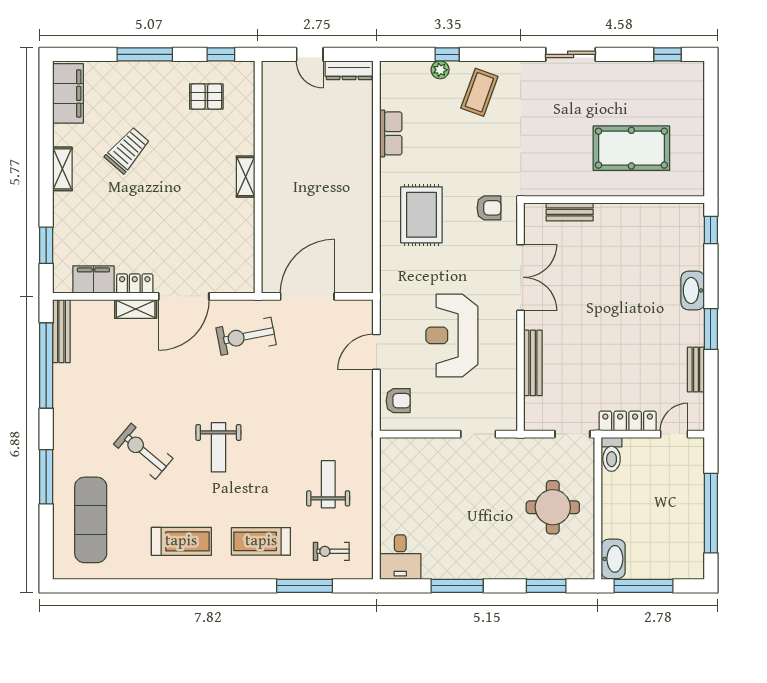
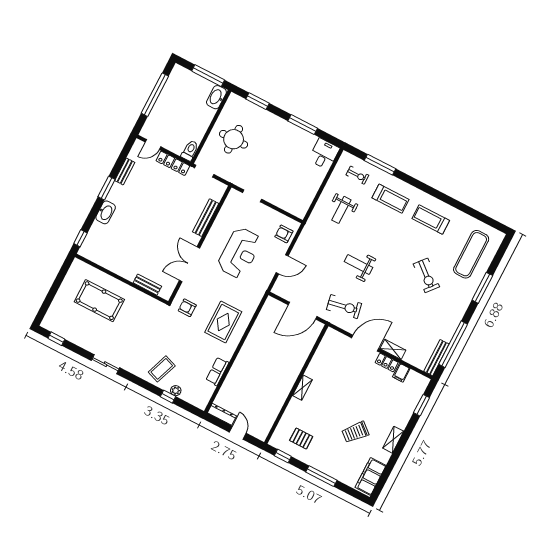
filing cabinet: (93, 279) -> (401, 373), width x0.50
weight bench: (218, 447) -> (358, 264), moved, turned -90

